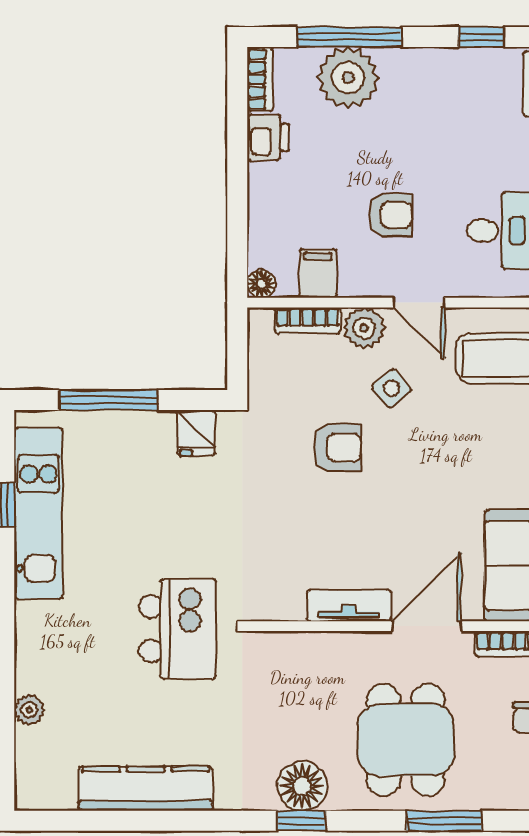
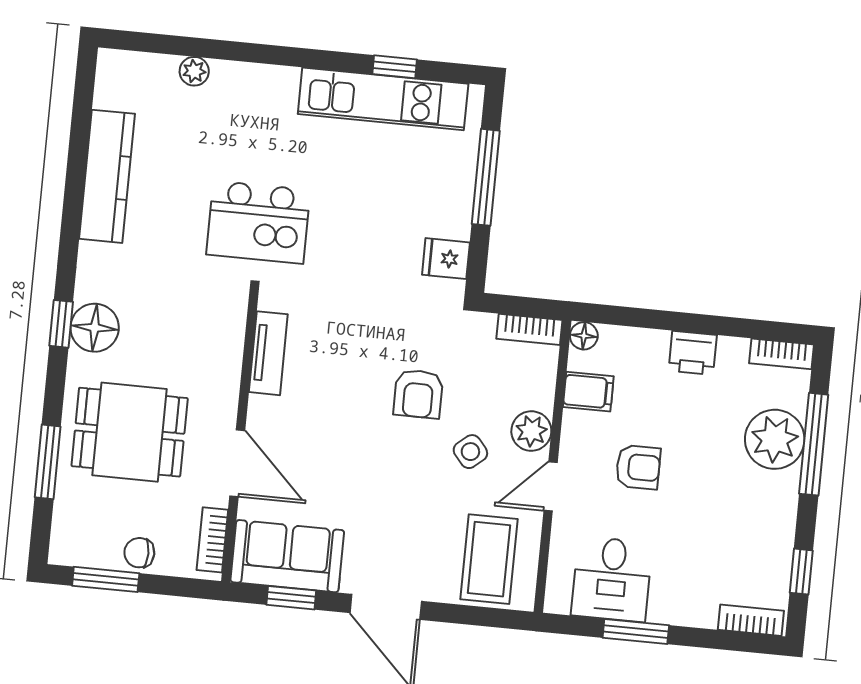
printer: (268, 137) -> (693, 353), moved
armchair: (390, 215) -> (638, 467), turned -90
bookcase: (308, 321) -> (529, 329), moved, turned -90
tv unit: (349, 605) -> (268, 353), moved

